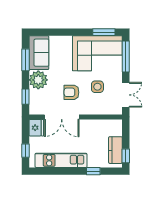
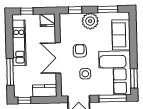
sofa: (39, 53) -> (121, 35), moved, turned 90
double door: (62, 117) -> (58, 58), moved
kitchen counter: (115, 150) -> (45, 91), moved
window: (93, 171) -> (10, 72), width x2.17

